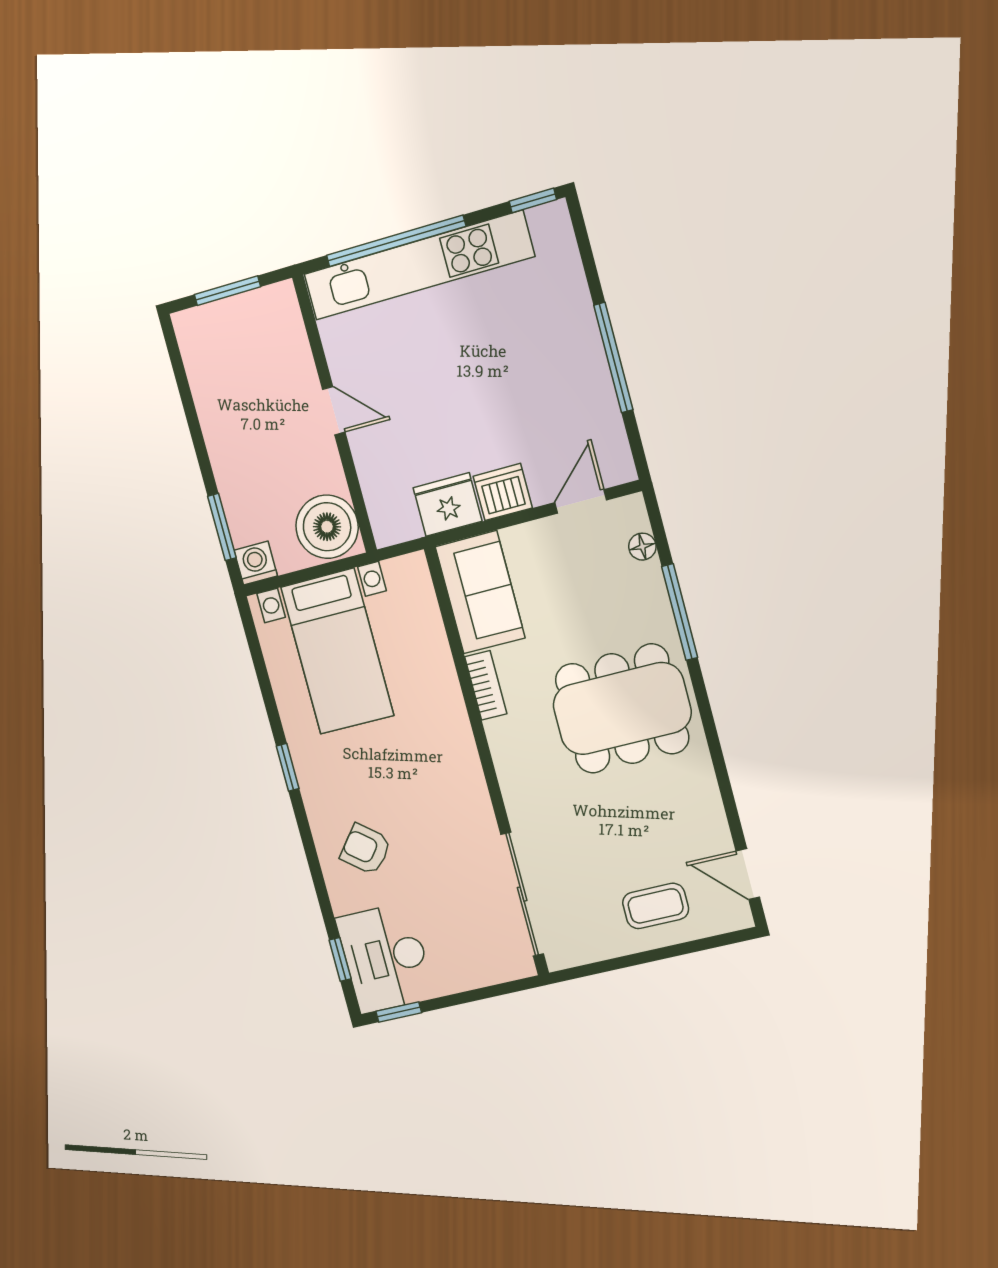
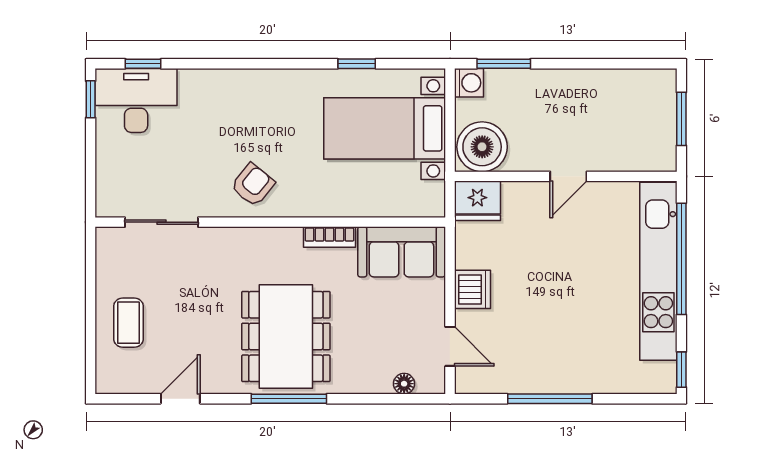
fridge: (448, 504) -> (477, 201), moved, turned 90
window: (680, 612) -> (289, 399), moved
window: (288, 767) -> (357, 64), moved
armchair: (366, 849) -> (253, 185), moved
door: (748, 874) -> (180, 399), moved
sliding door: (522, 894) -> (161, 222), width x0.73

